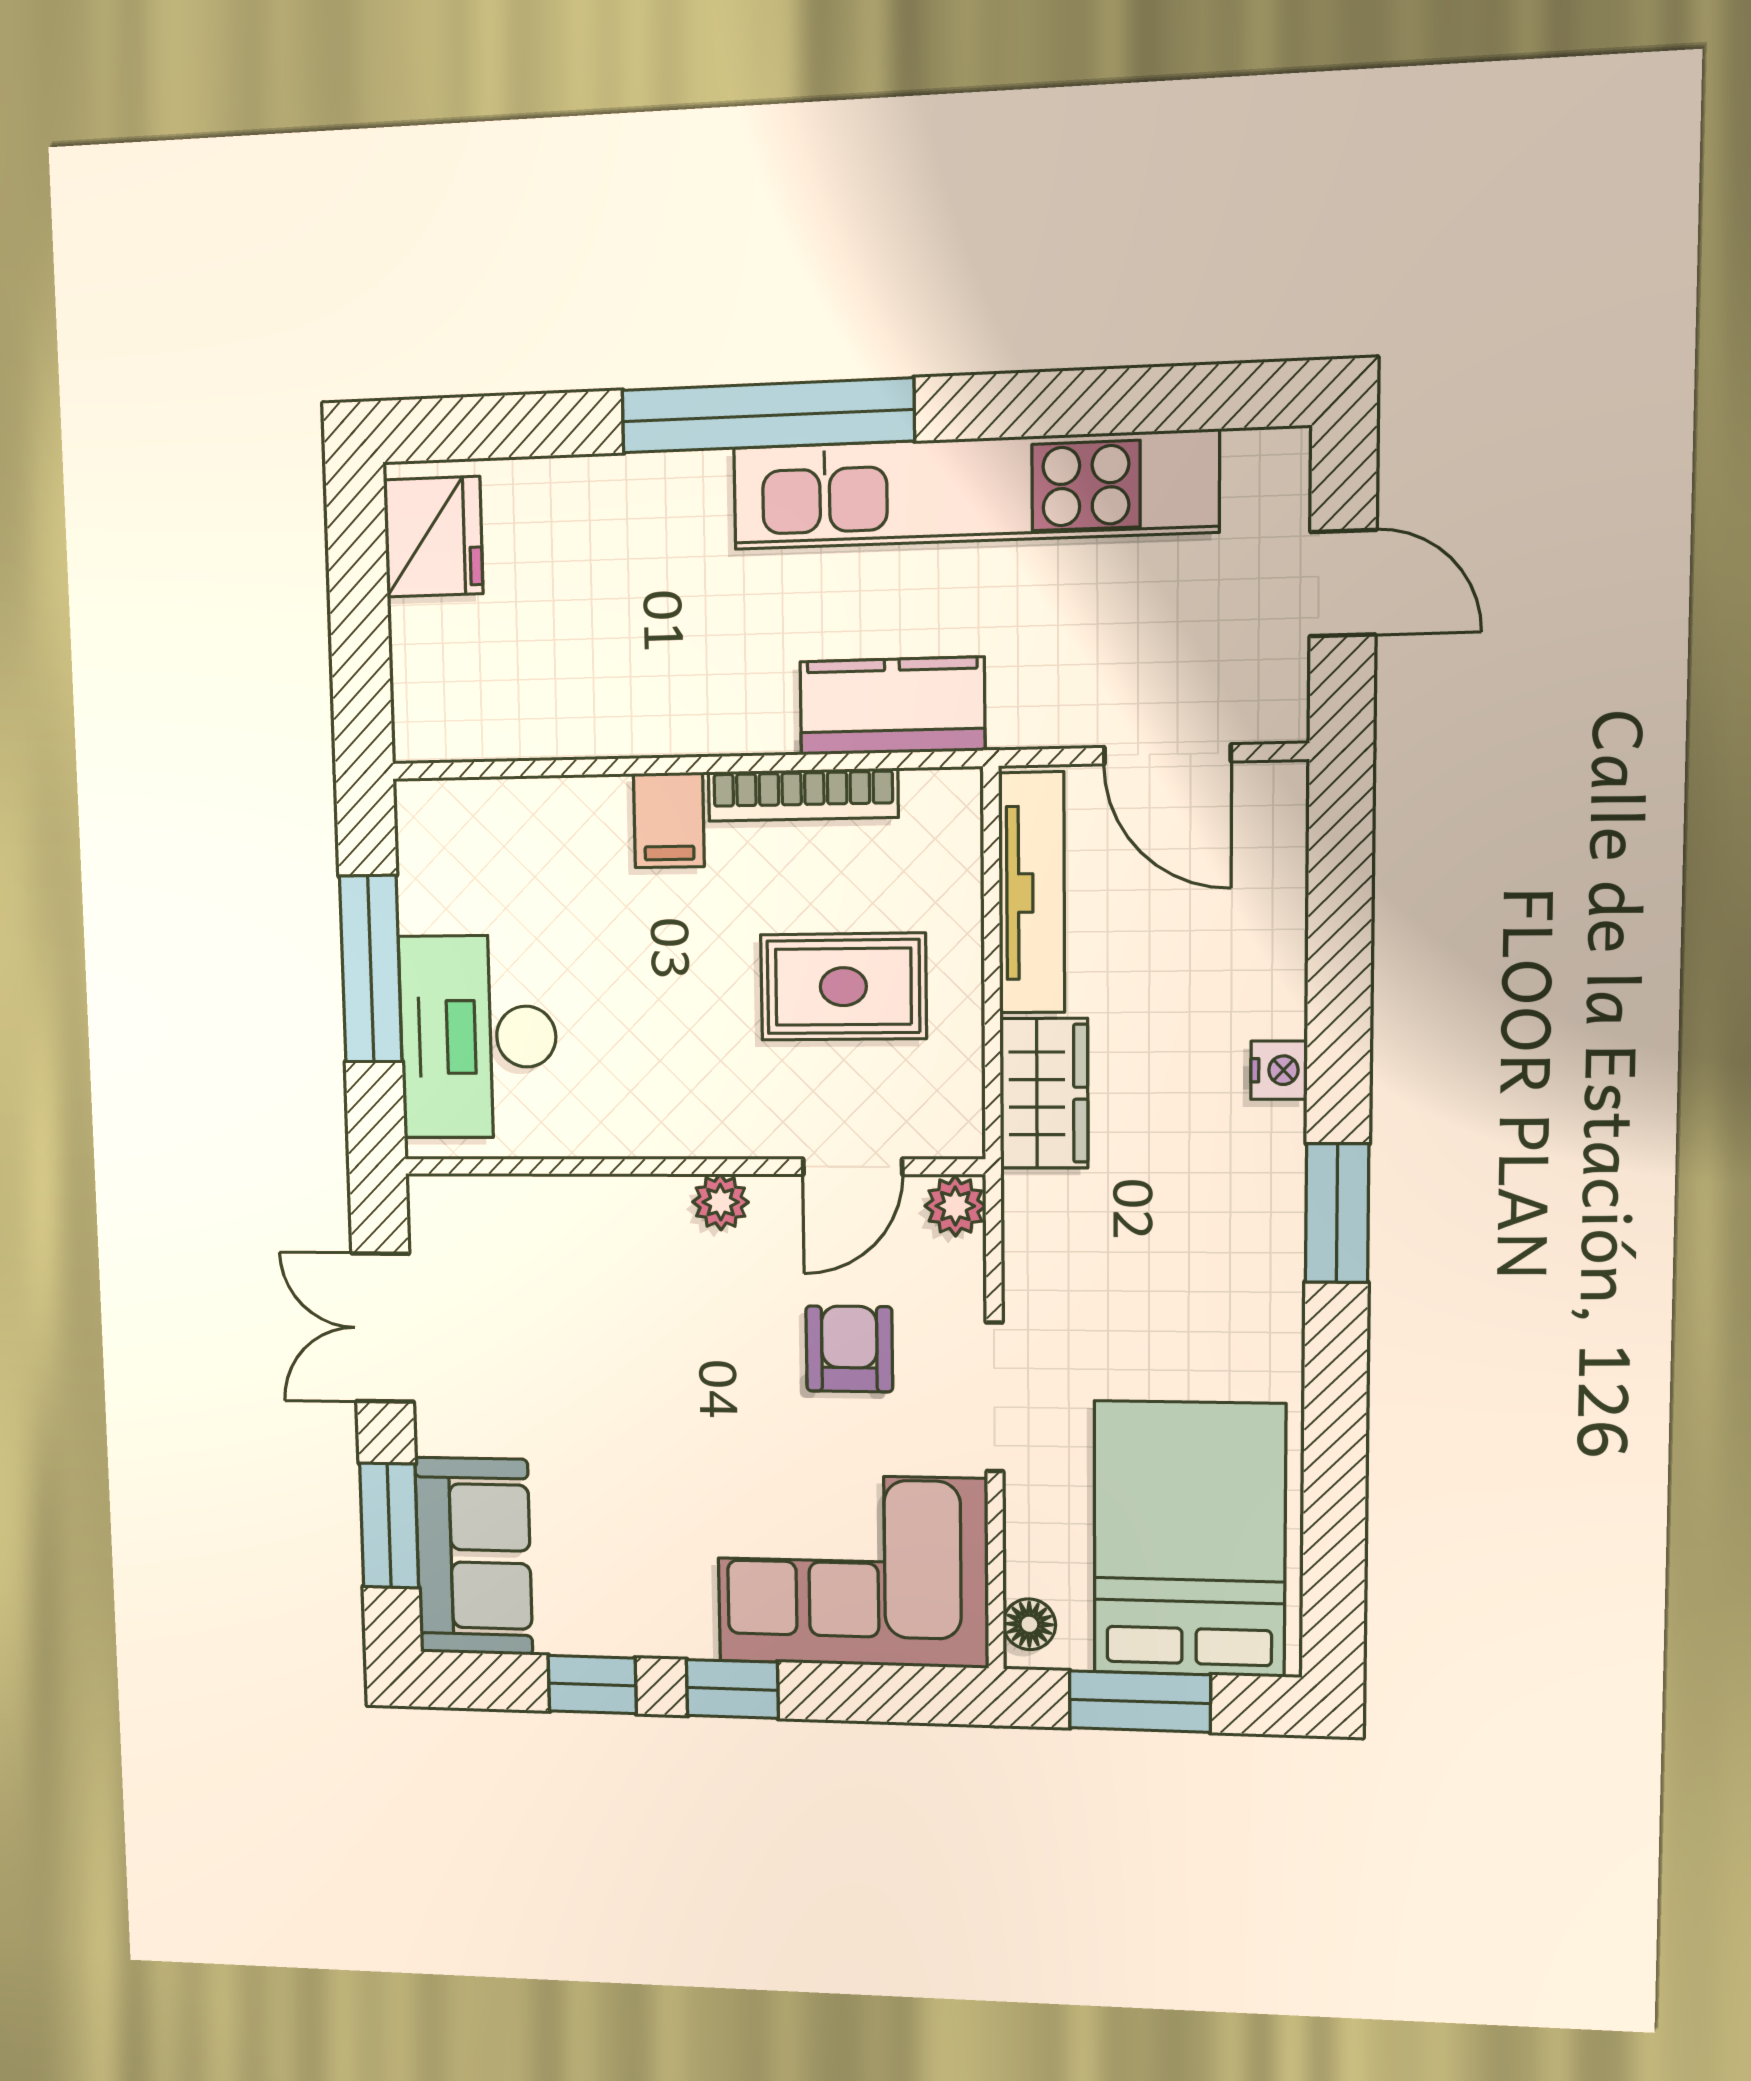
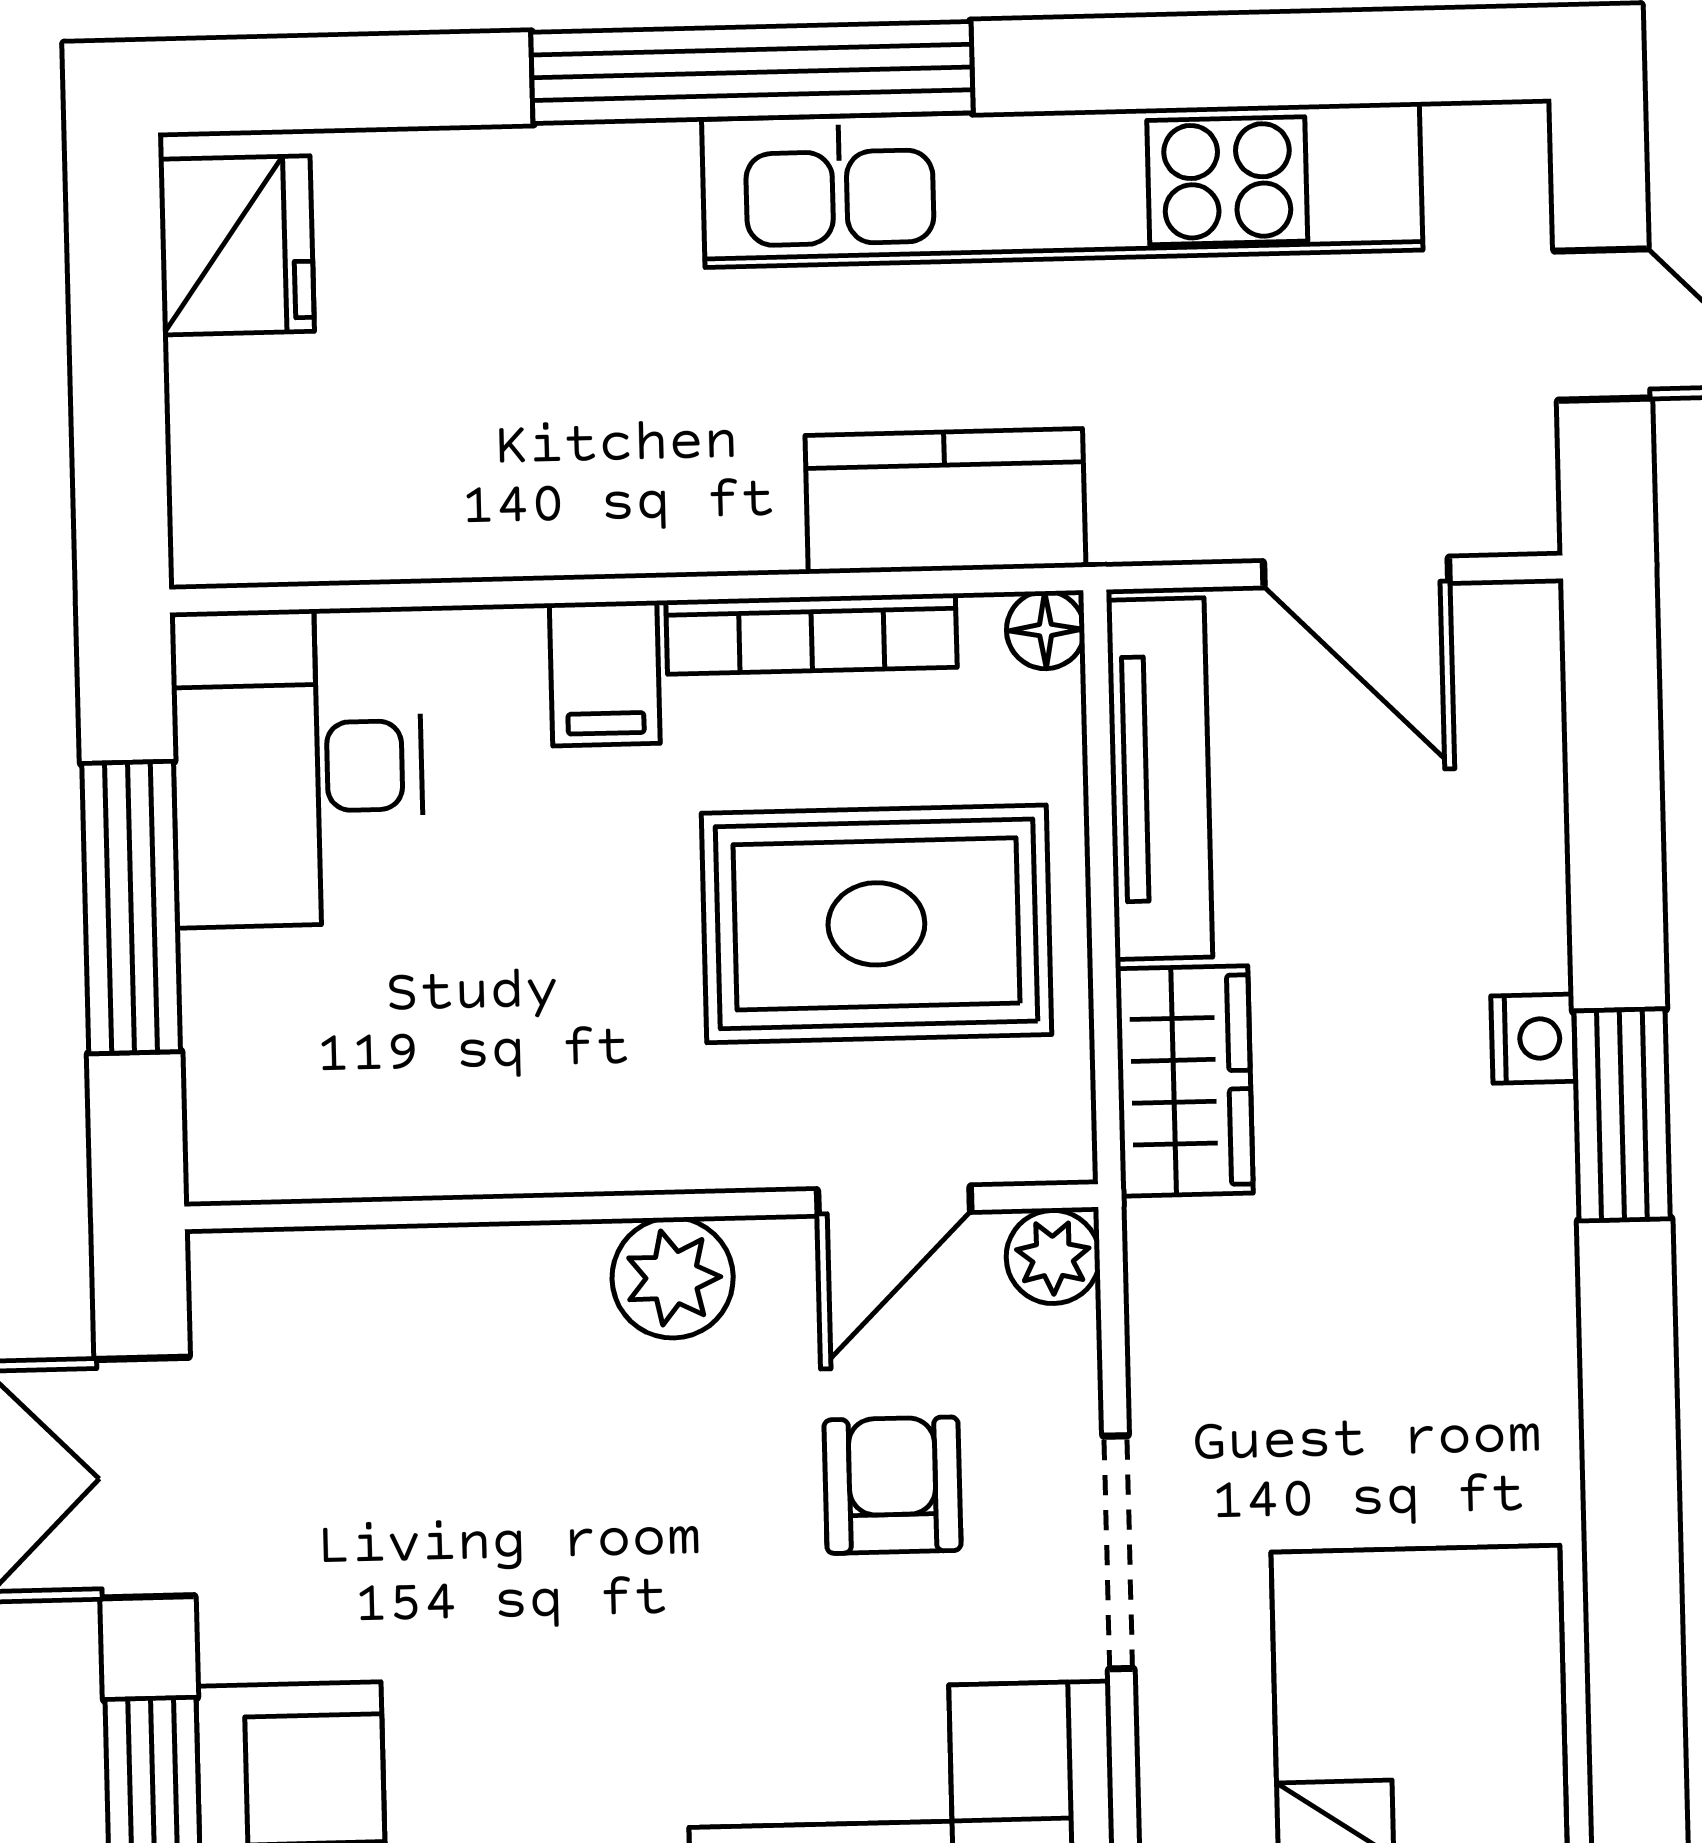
floor lamp: (957, 793) -> (1045, 630), added
rug: (843, 987) -> (876, 924), width x1.36, depth x1.43
desk: (478, 1037) -> (298, 767), moved
plant: (721, 1202) -> (673, 1278), width x1.38, depth x1.38
window: (1337, 1213) -> (1622, 1115), moved

